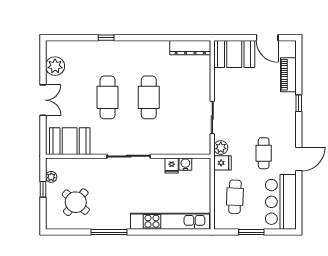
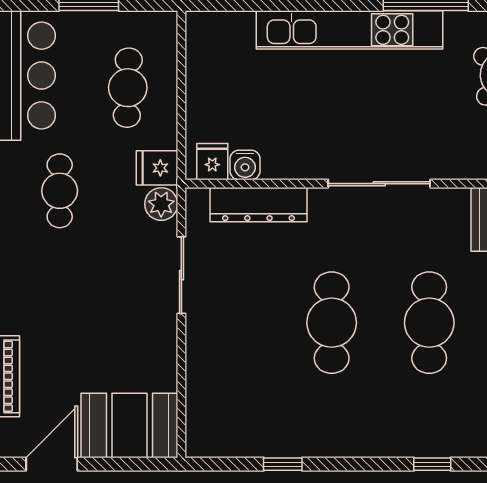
window: (169, 38) -> (283, 464), added
door: (267, 38) -> (52, 464), hinge flipped
dresser: (190, 48) -> (258, 205), moved, turned 180
fridge: (172, 165) -> (212, 162), moved
kitchen unit: (170, 221) -> (349, 30), moved

